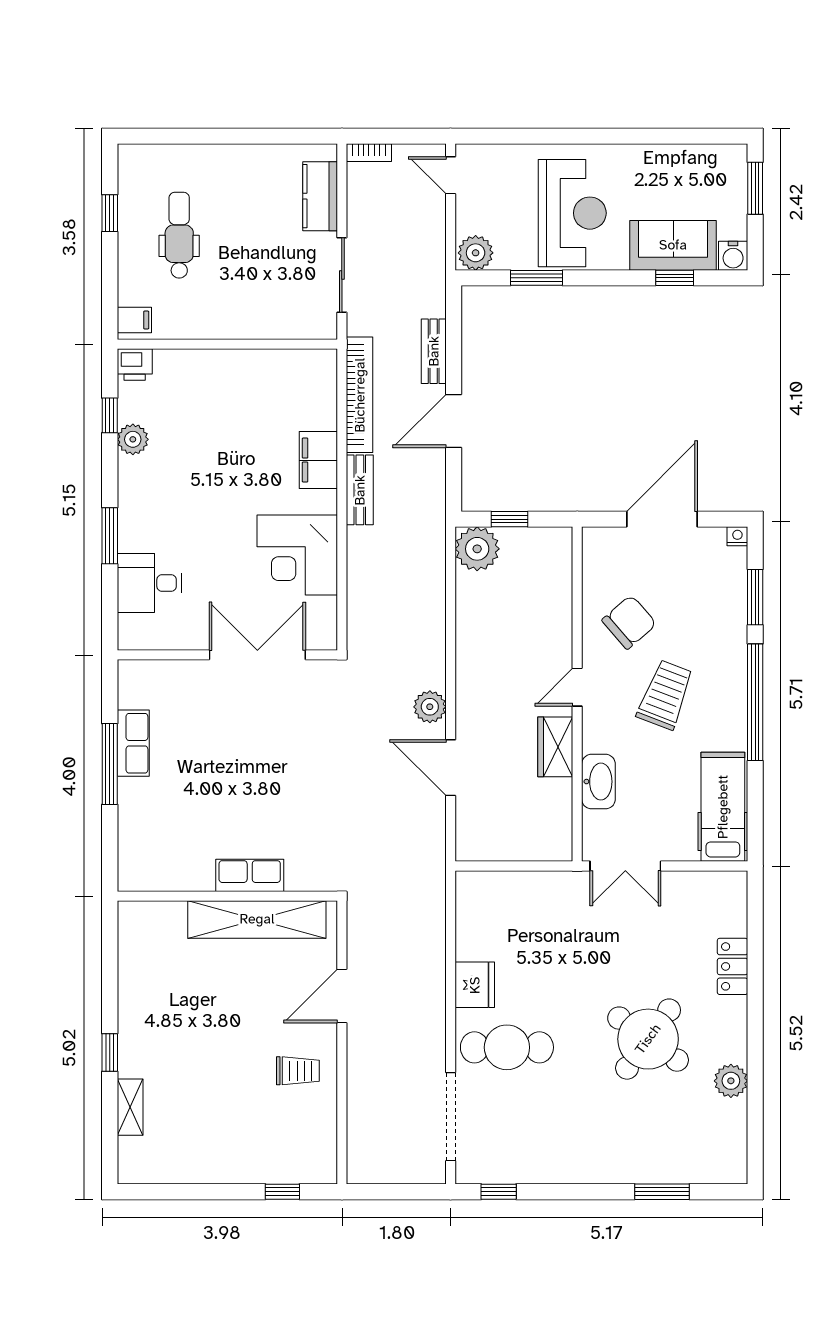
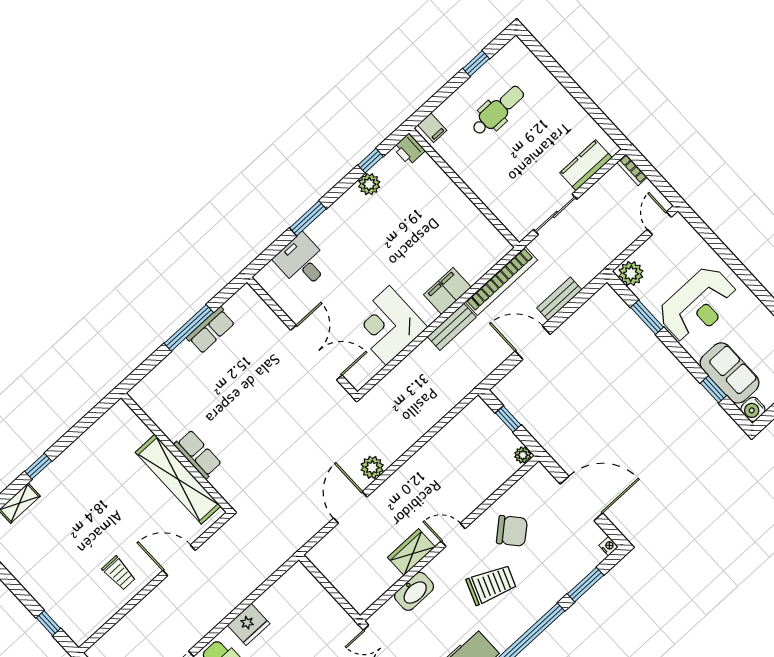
plant: (477, 549) -> (523, 455), moved, width x0.53, depth x0.53

